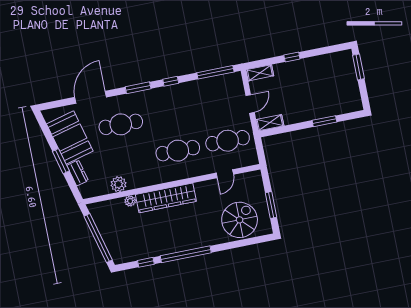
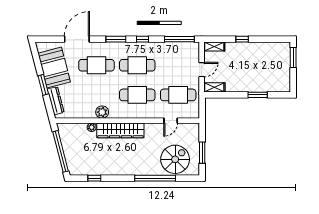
cafe table: (171, 114) -> (137, 65), added
dresser: (77, 173) -> (56, 101), width x1.44
plant: (118, 184) -> (102, 112), moved
window: (186, 254) -> (155, 178), moved

